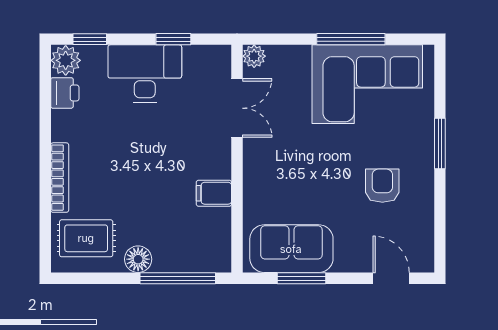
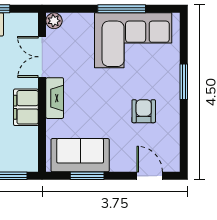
double door: (237, 108) -> (42, 57), swing flipped
fireplace: (255, 167) -> (55, 98), added
filing cabinet: (214, 193) -> (26, 107), width x2.00

